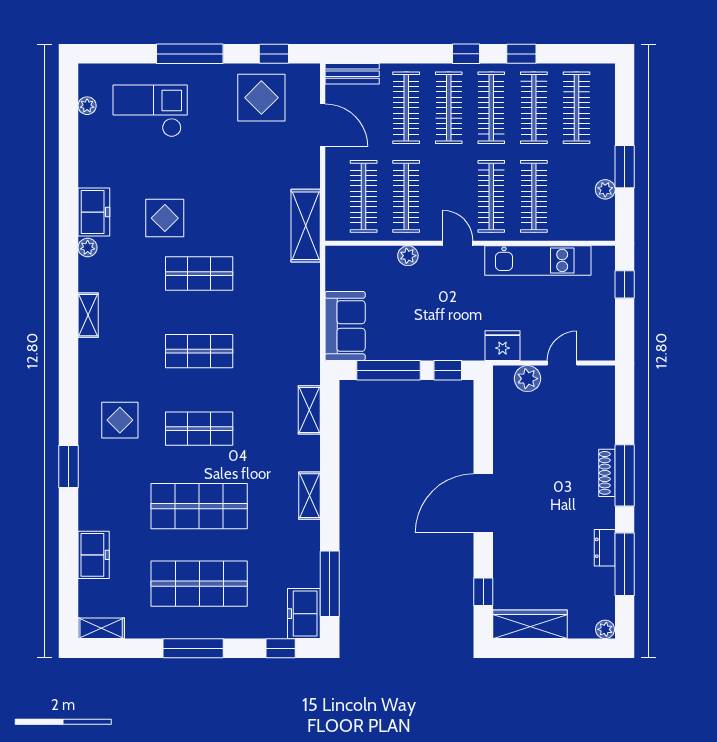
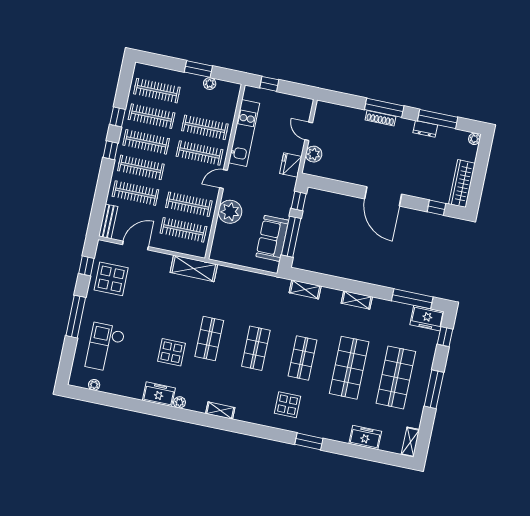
plant: (408, 256) -> (230, 212), width x1.87, depth x1.87
sofa: (345, 326) -> (272, 238), moved, turned -90

